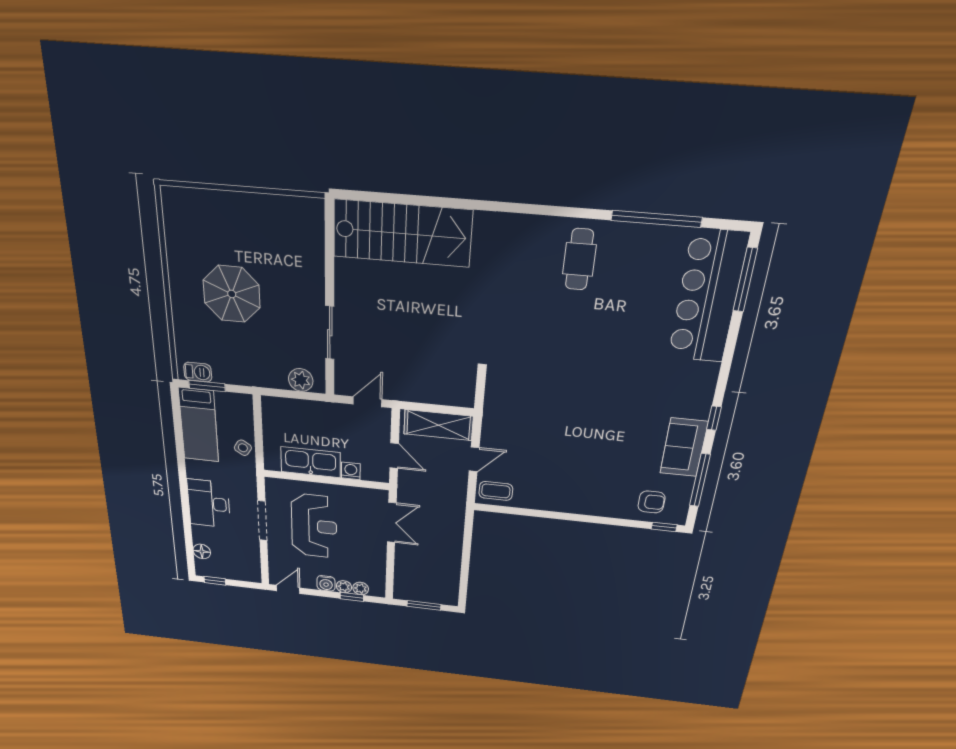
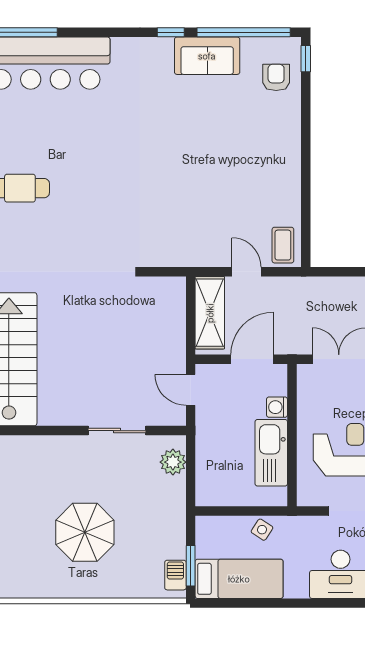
door: (394, 456) -> (252, 359), width x1.38
window: (700, 480) -> (244, 32), width x1.46

